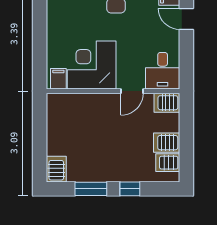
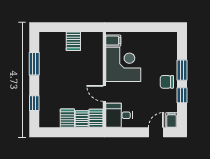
server rack: (168, 163) -> (82, 119), moved
server rack: (56, 169) -> (73, 41), moved, turned 90
window: (130, 189) -> (34, 103), moved

